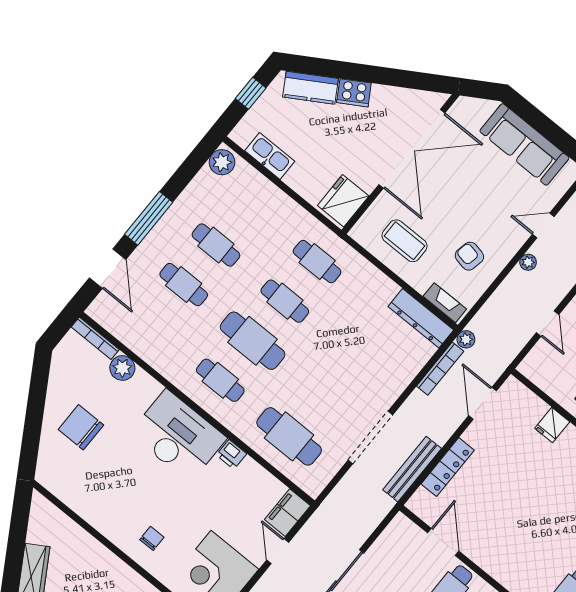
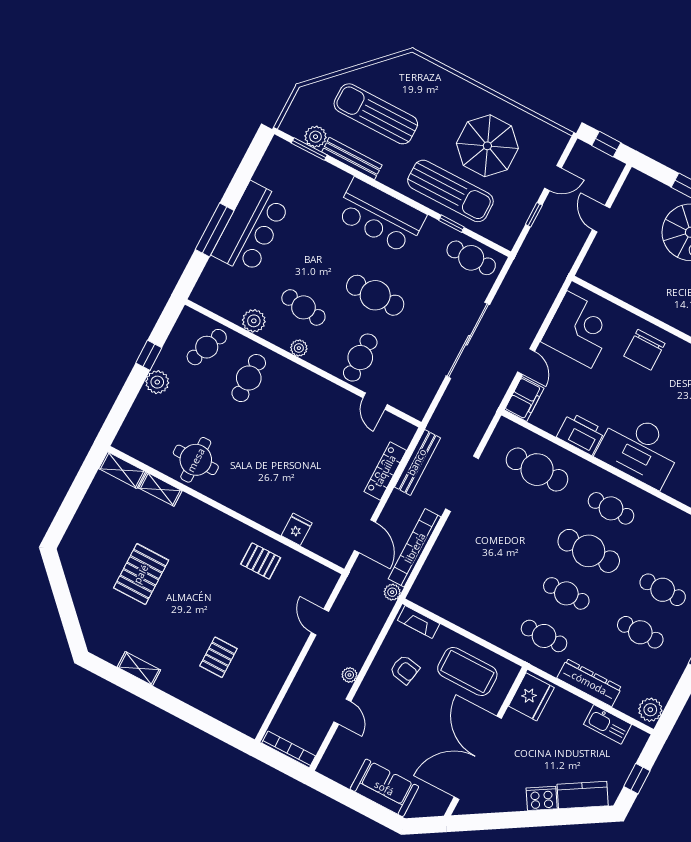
sofa: (524, 144) -> (384, 788), width x0.73
door: (543, 225) -> (342, 712), hinge flipped
coffee table: (404, 241) -> (467, 672), width x1.36, depth x1.32
dresser: (421, 318) -> (589, 683), moved
bookcase: (440, 369) -> (415, 548), width x1.48, depth x1.31
printer: (231, 454) -> (581, 434), width x1.87, depth x1.48
chair: (152, 538) -> (644, 350), width x1.87, depth x1.87
door: (443, 542) -> (375, 401), width x0.73

